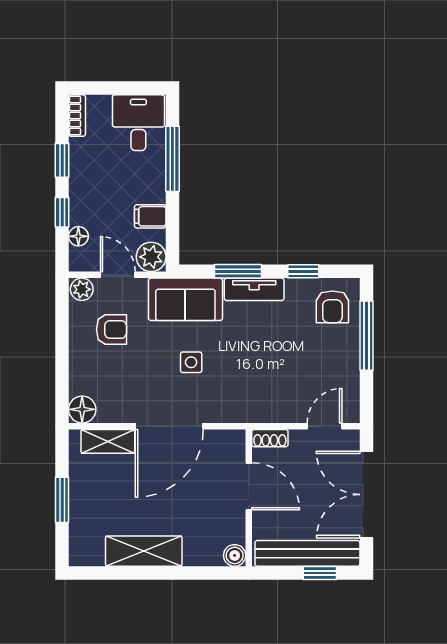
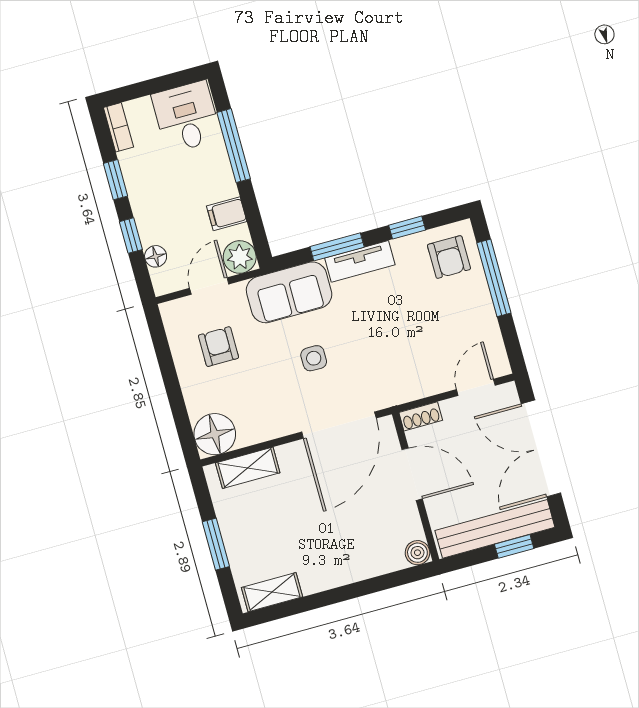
door: (118, 275) -> (209, 286), hinge flipped
plant: (82, 289) -> (175, 312), removed
armchair: (111, 329) -> (218, 347), turned -90
floor lamp: (82, 409) -> (215, 434), width x1.38, depth x1.38
door: (169, 426) -> (339, 425), moved
shelving: (144, 551) -> (272, 592), moved, width x0.67, depth x0.75

